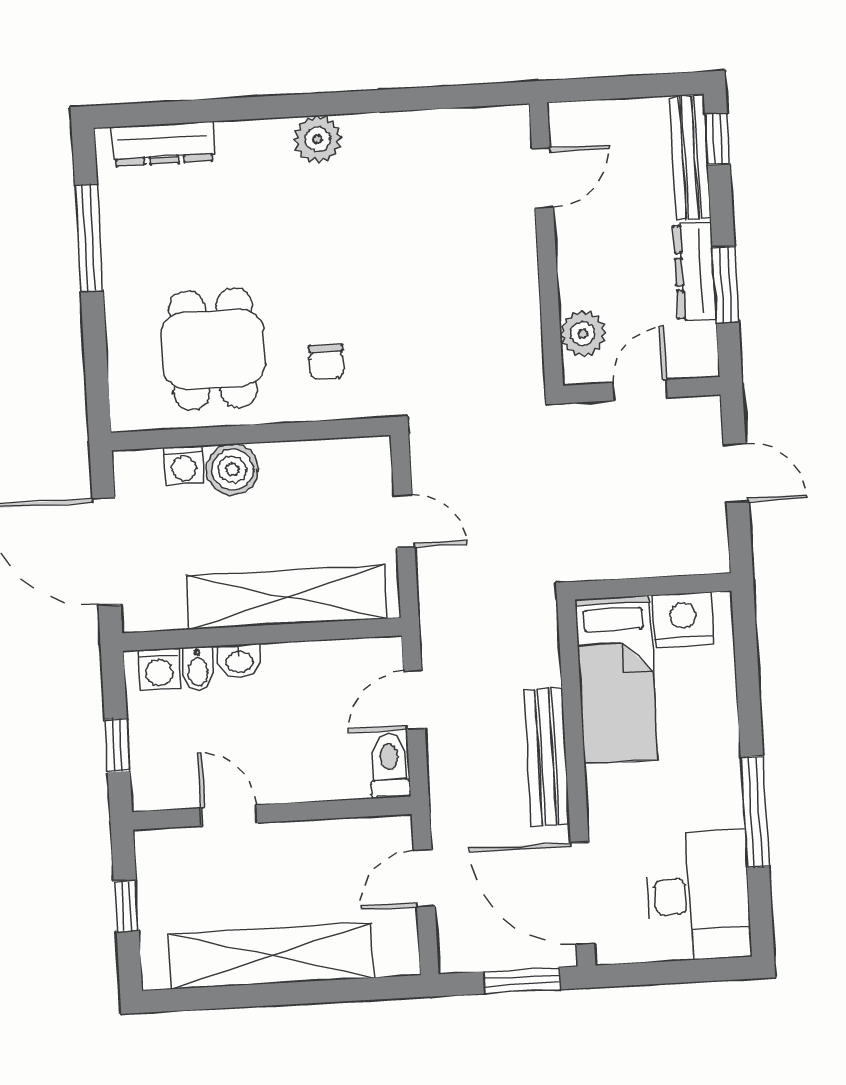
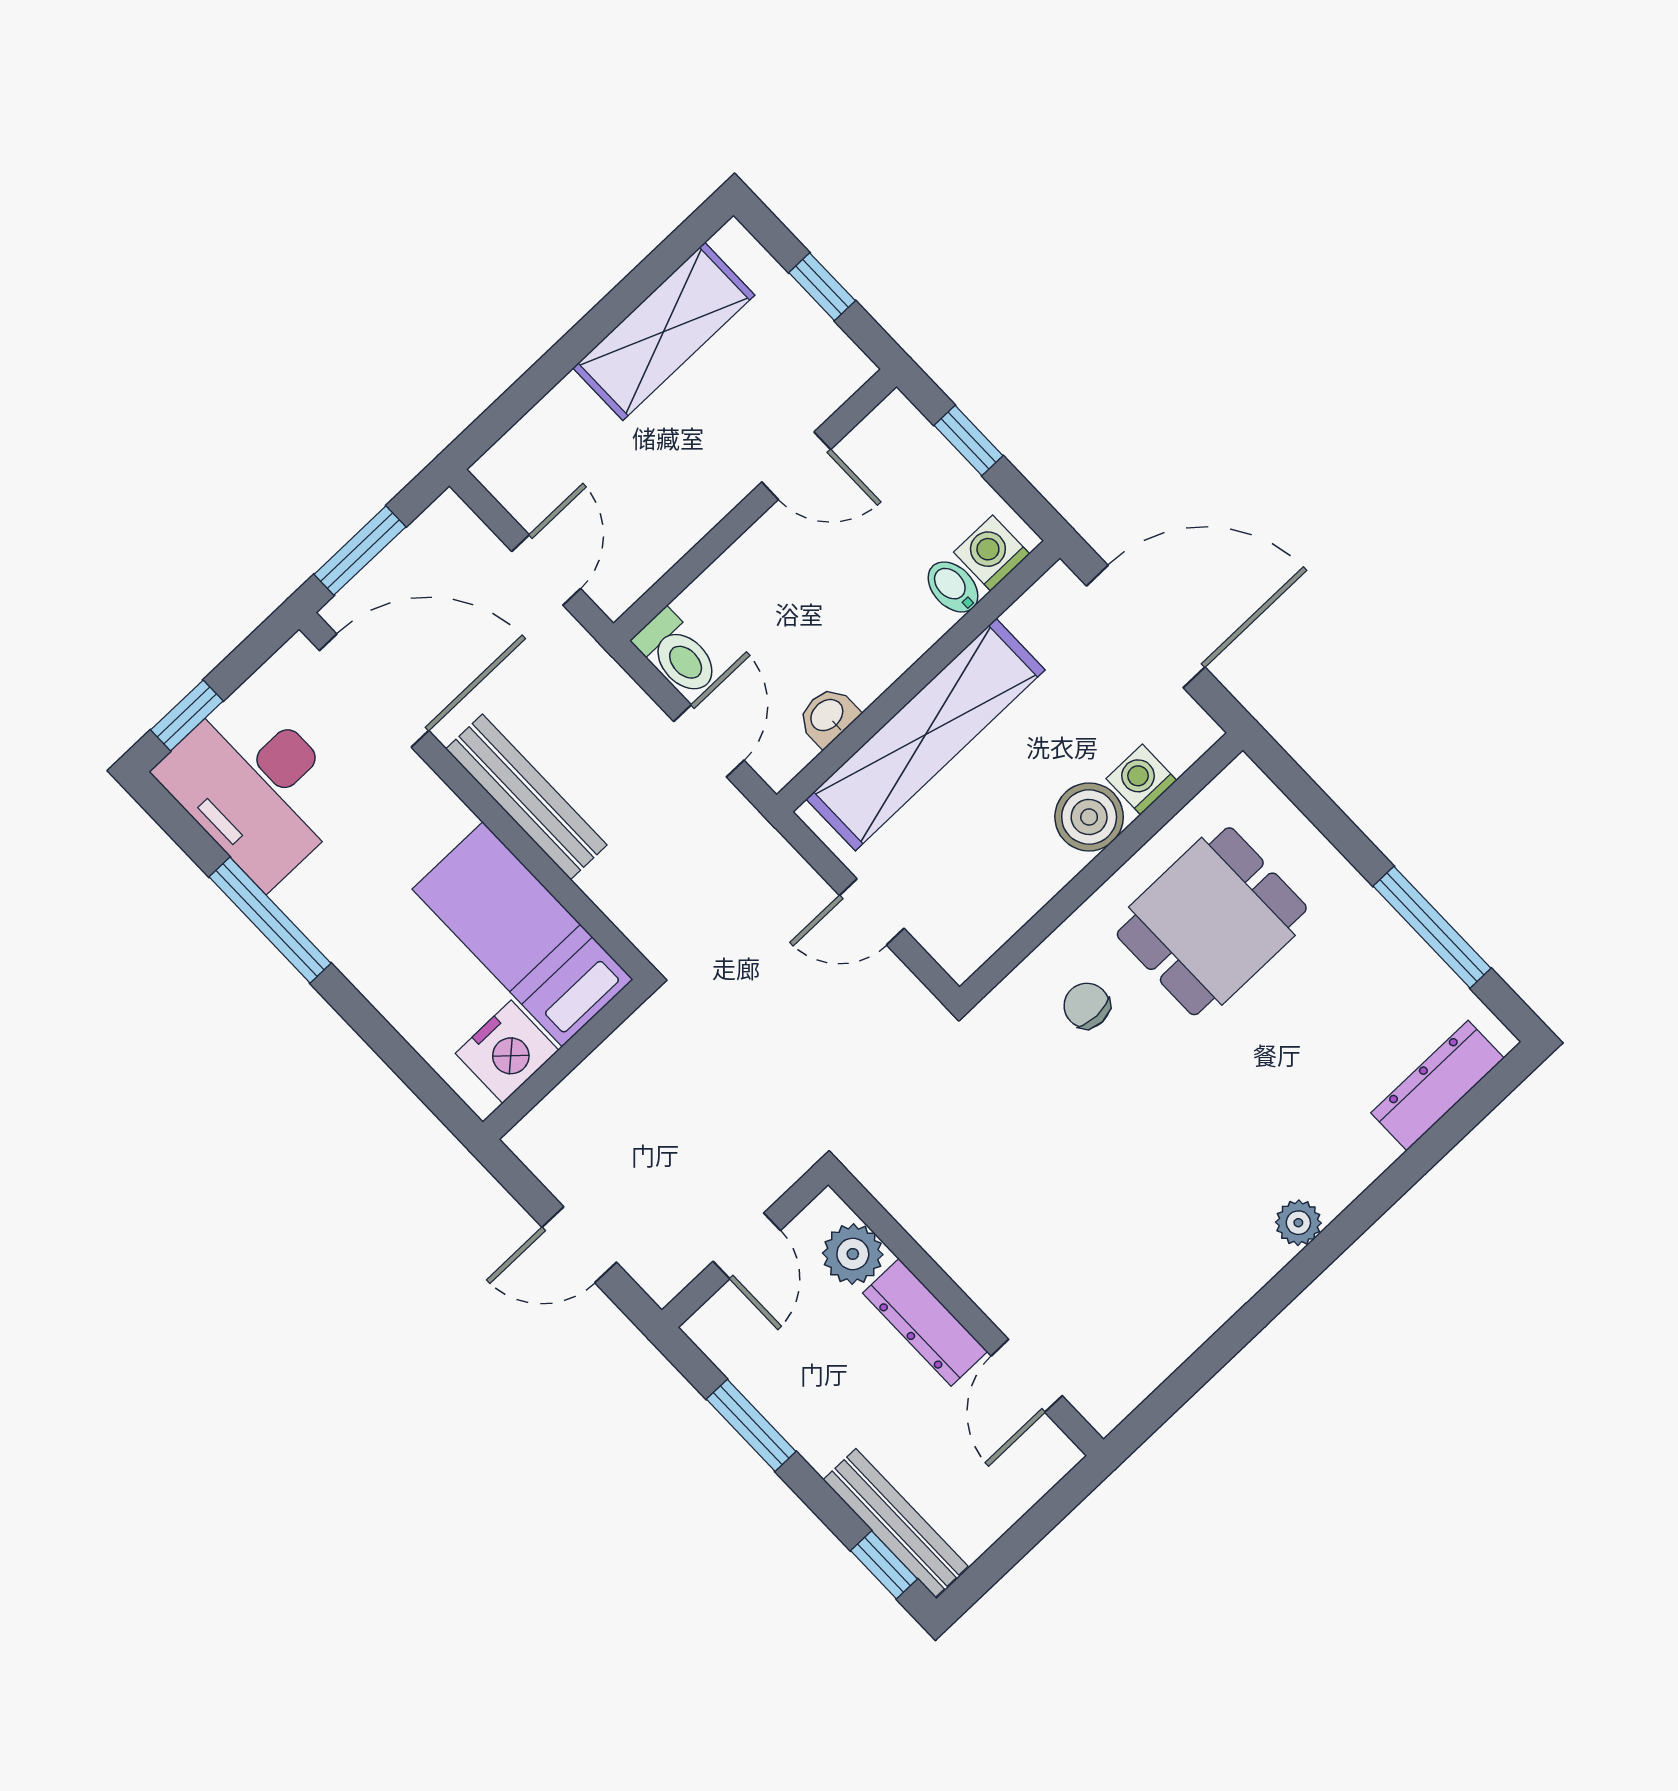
plant: (318, 139) -> (1298, 1223), width x0.73, depth x0.73
dresser: (695, 271) -> (925, 1322), moved, turned 180
dining table: (213, 349) -> (1212, 921), turned 90
washbasin: (239, 661) -> (828, 716), moved
shelving: (272, 956) -> (664, 331), width x0.68
window: (703, 970) -> (187, 715), added

